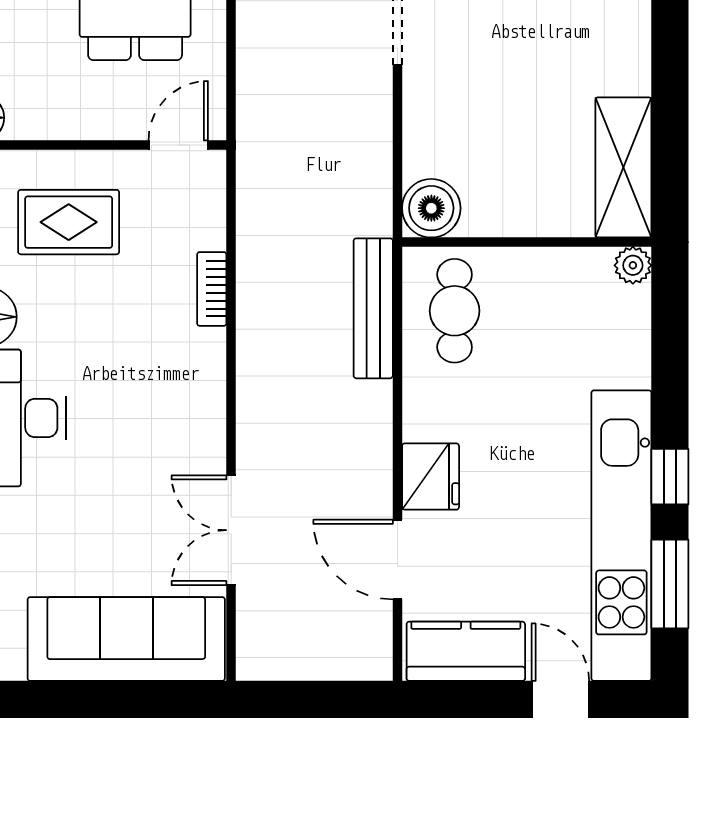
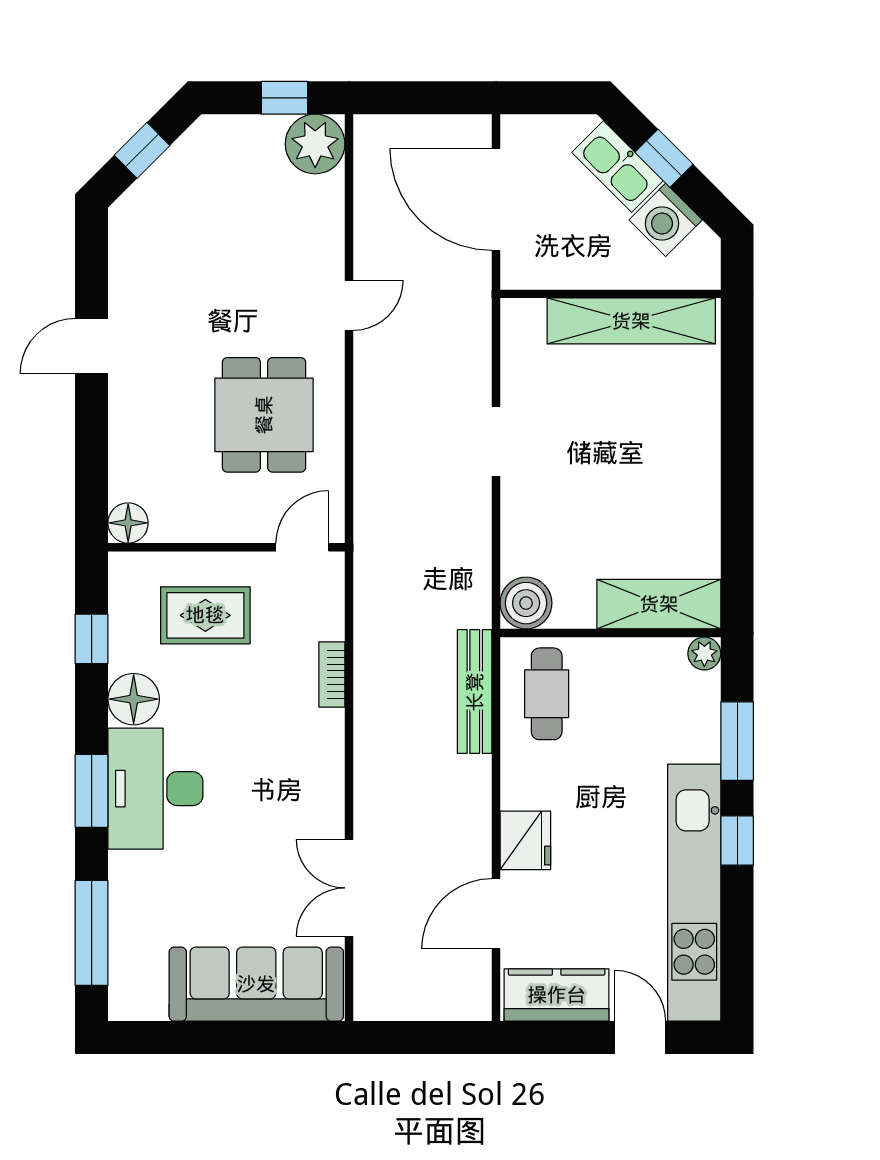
shelving: (623, 167) -> (659, 604), moved, turned 90
door: (397, 560) -> (496, 914), hinge flipped
window: (670, 584) -> (737, 741), moved

